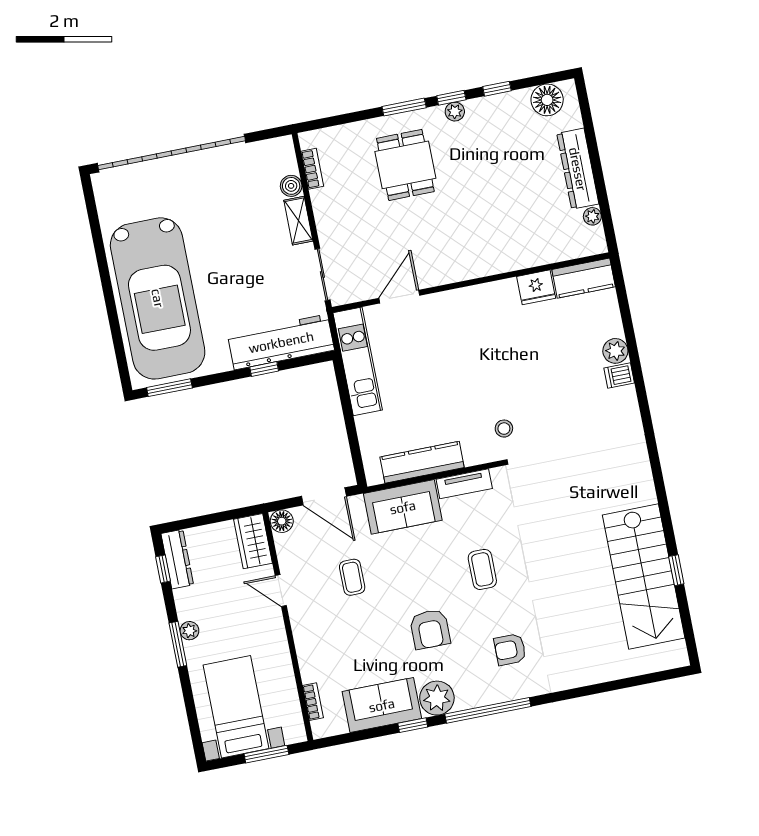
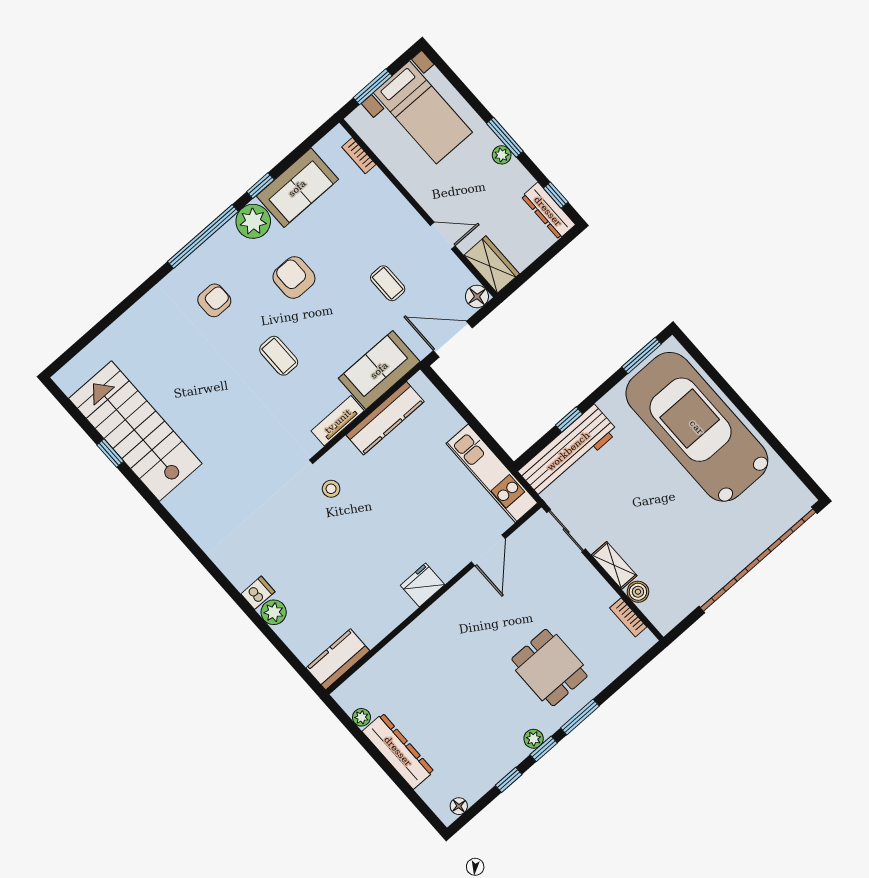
floor lamp: (547, 100) -> (459, 806), width x0.53, depth x0.53
fridge: (536, 287) -> (422, 585), moved

